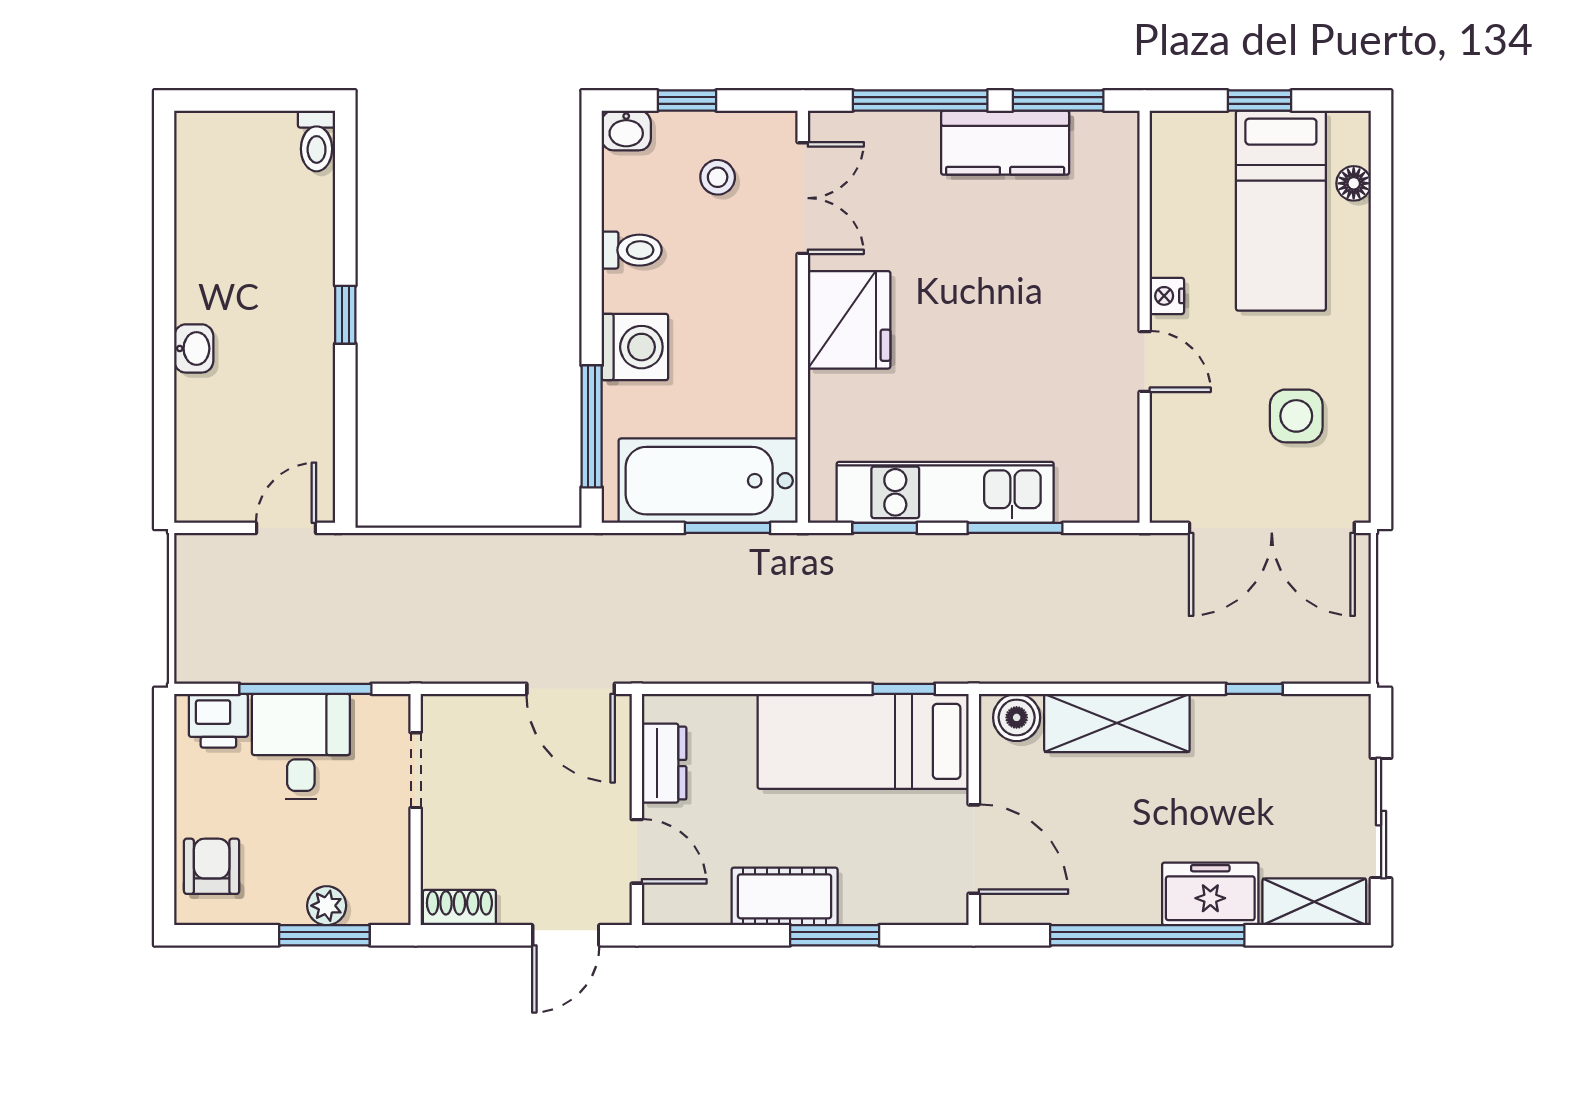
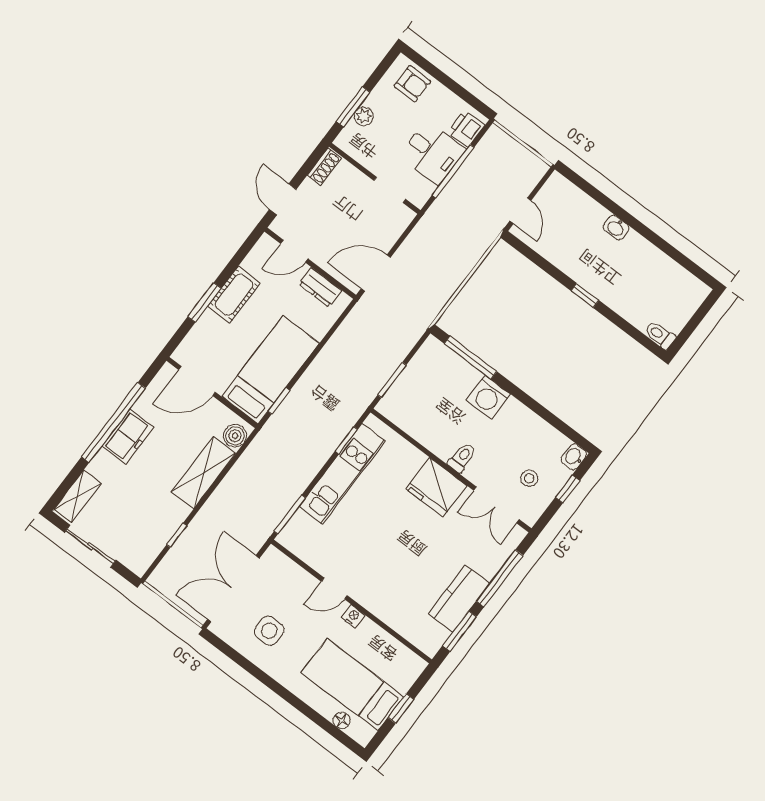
toilet: (632, 250) -> (462, 457), moved, turned 180
bathtub: (708, 481) -> (416, 386), removed
window: (1015, 528) -> (290, 515), moved
freezer: (1210, 894) -> (128, 437), moved

